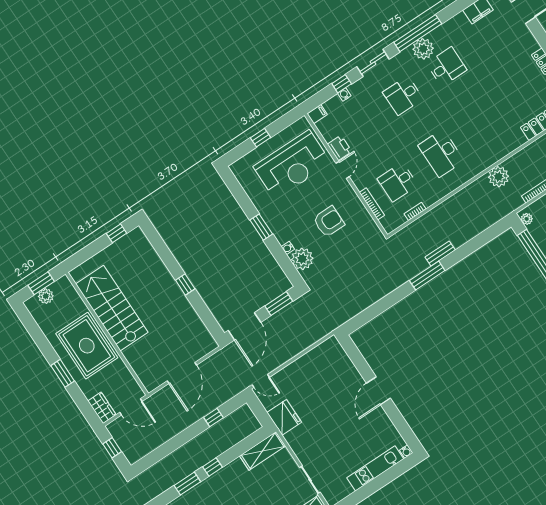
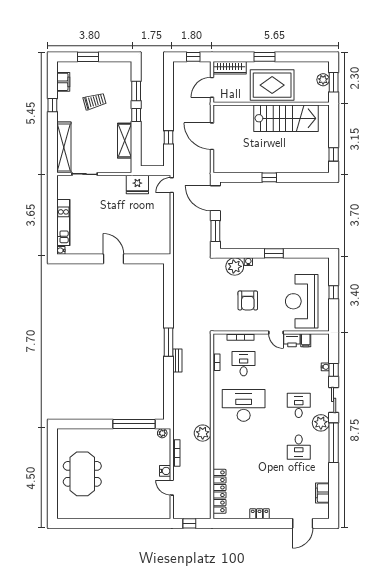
plant: (423, 49) -> (321, 423), moved
filing cabinet: (317, 114) -> (306, 340), moved
desk: (441, 153) -> (244, 405), width x1.36, depth x1.30
wardrobe: (102, 408) -> (230, 68), width x1.50
shelving: (263, 451) -> (125, 141), moved

